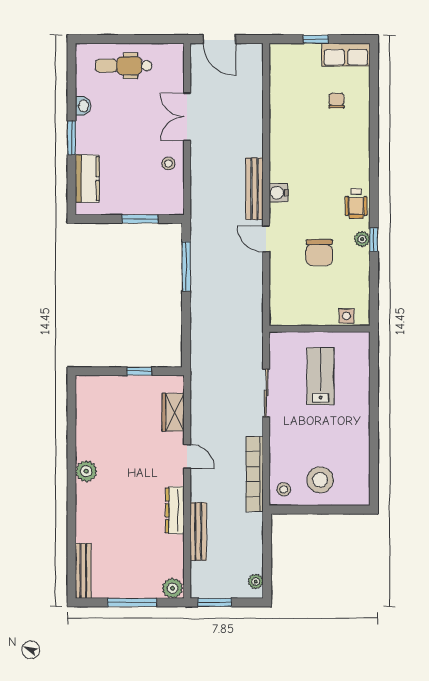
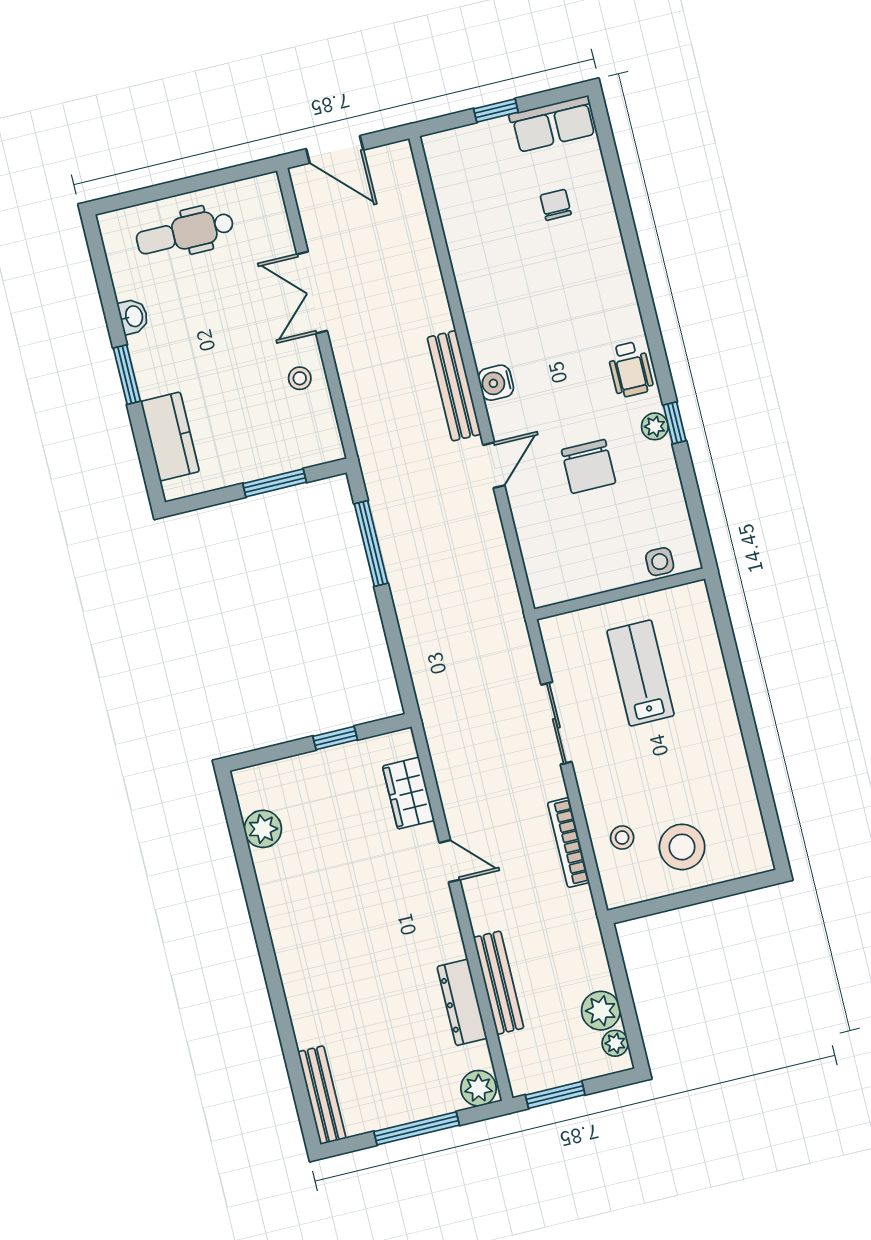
door: (266, 239) -> (494, 465), swing flipped
plant: (86, 471) -> (263, 829), moved
bookcase: (255, 474) -> (568, 843), width x0.68, depth x0.76
stool: (284, 489) -> (622, 838), moved
dresser: (175, 510) -> (462, 1002), moved
plant: (252, 561) -> (601, 1011), added

